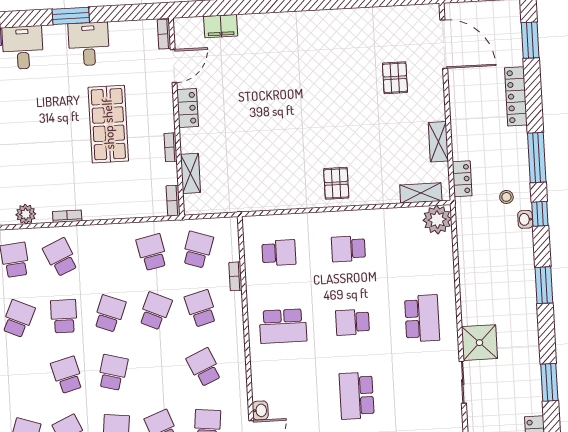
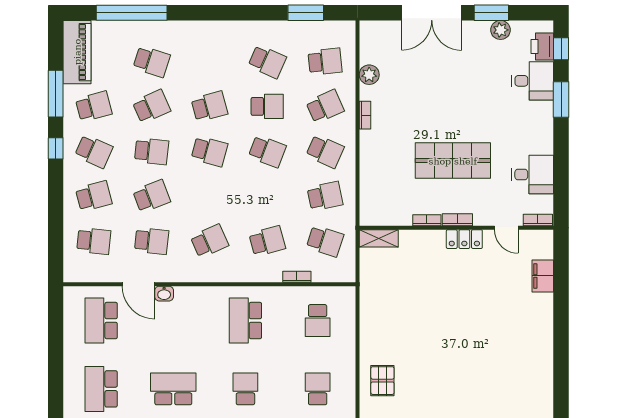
window: (71, 16) -> (561, 100), moved
desk: (89, 44) -> (533, 174), moved
door: (174, 66) -> (506, 228), width x0.73
shelving: (190, 173) -> (379, 238), moved
pallet: (336, 183) -> (382, 381), turned 90
bookcase: (173, 201) -> (457, 220), moved
school desk: (155, 311) -> (325, 151), moved

